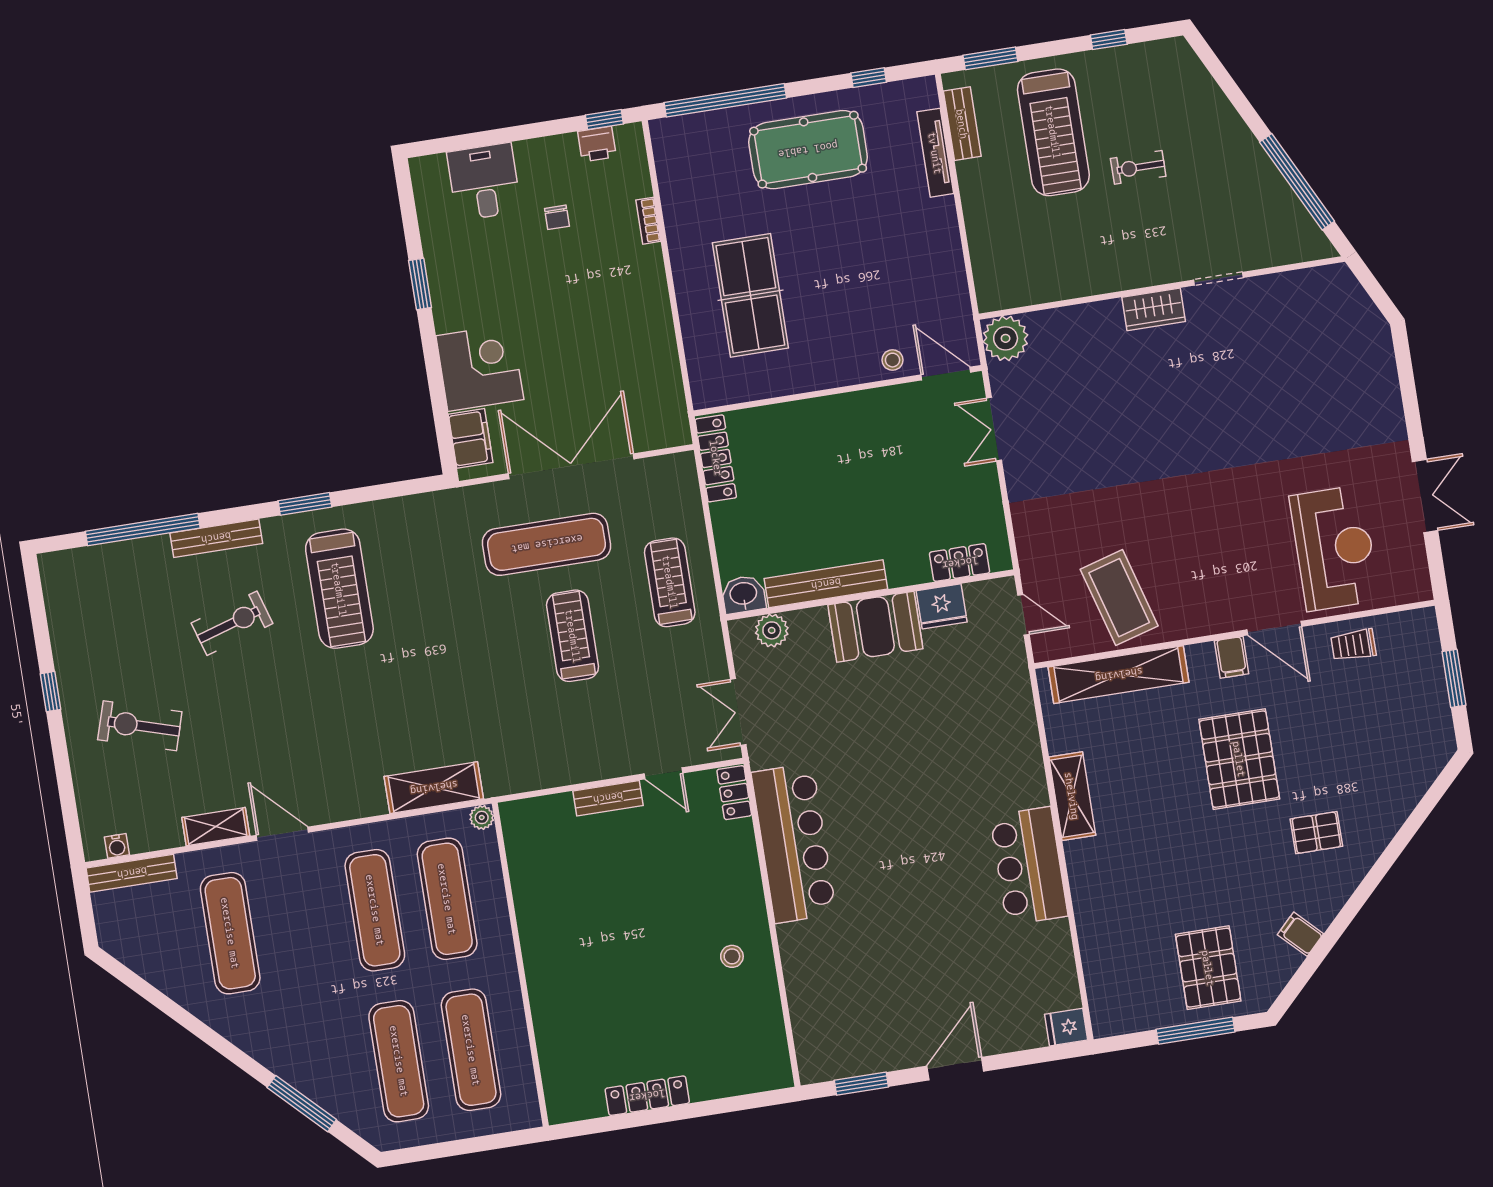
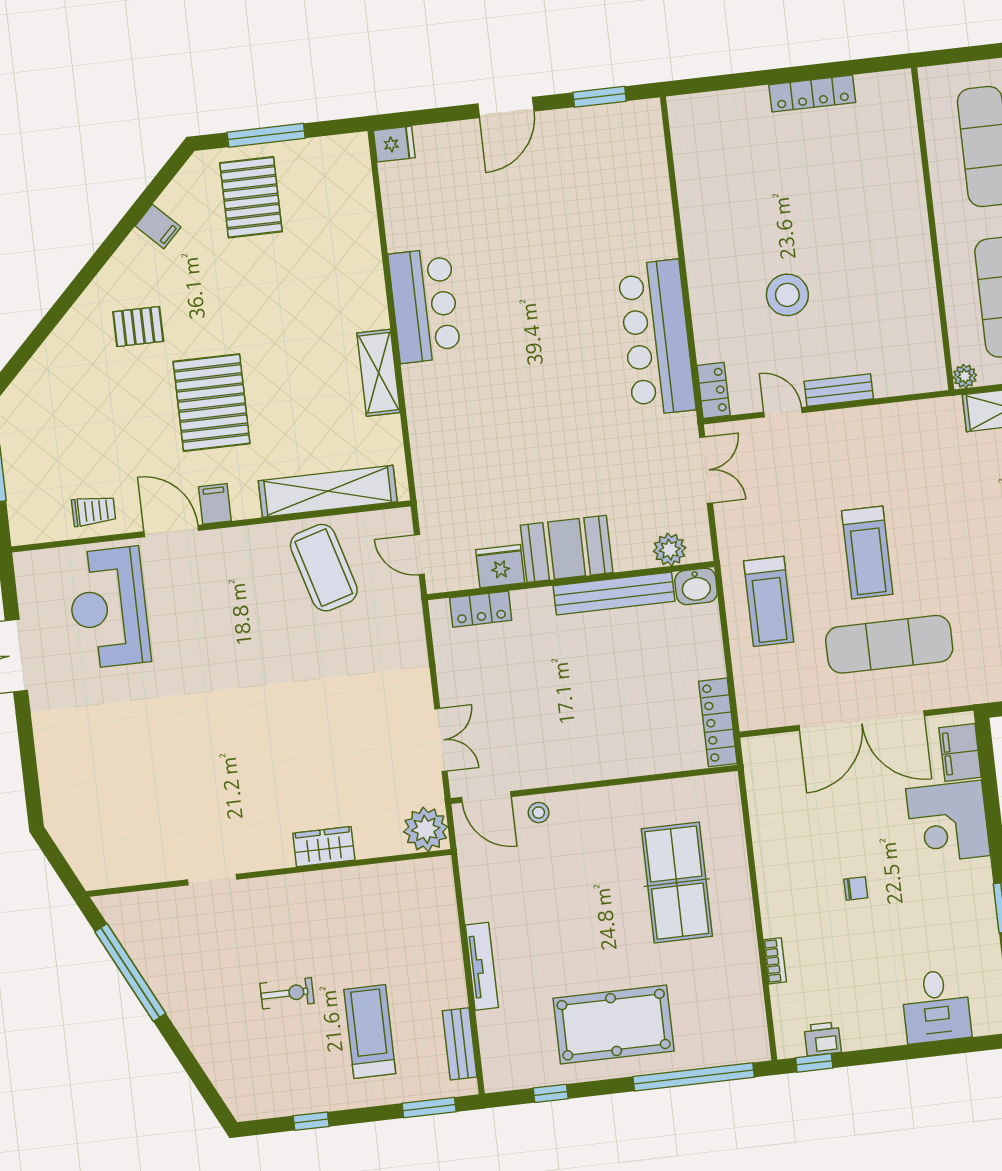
treadmill: (1053, 132) -> (370, 1032), width x0.73, depth x0.73
tv unit: (935, 153) -> (482, 966), moved
chair: (557, 217) -> (856, 888), moved, turned 90
wardrobe: (1154, 309) -> (324, 847), moved
stool: (732, 956) -> (787, 295), moved, width x1.89, depth x1.89

